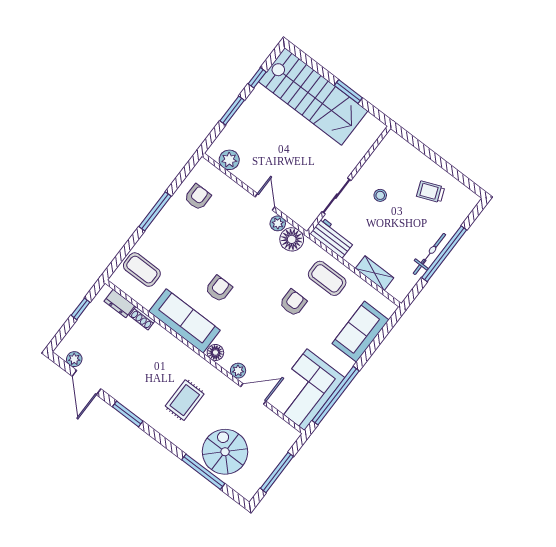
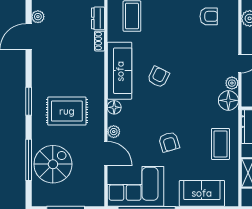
armchair: (219, 289) -> (158, 77), turned -64
armchair: (293, 303) -> (169, 142), moved, turned 74
rug: (185, 400) -> (67, 111), width x1.36, depth x1.43
window: (128, 414) -> (29, 101), moved

